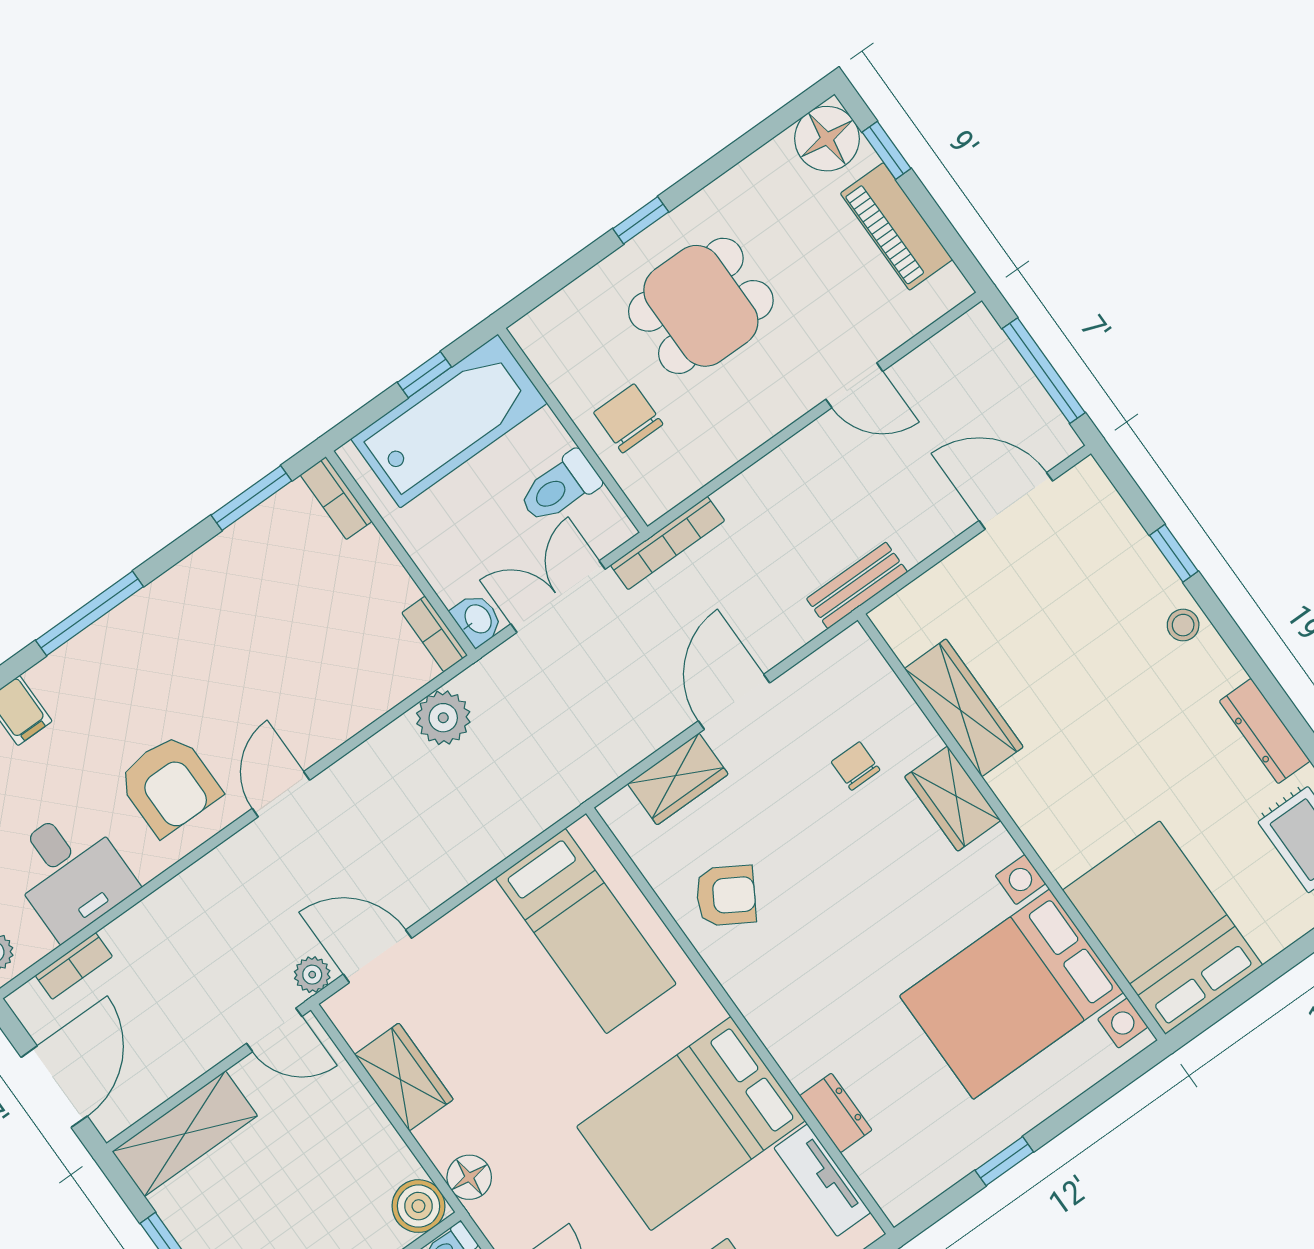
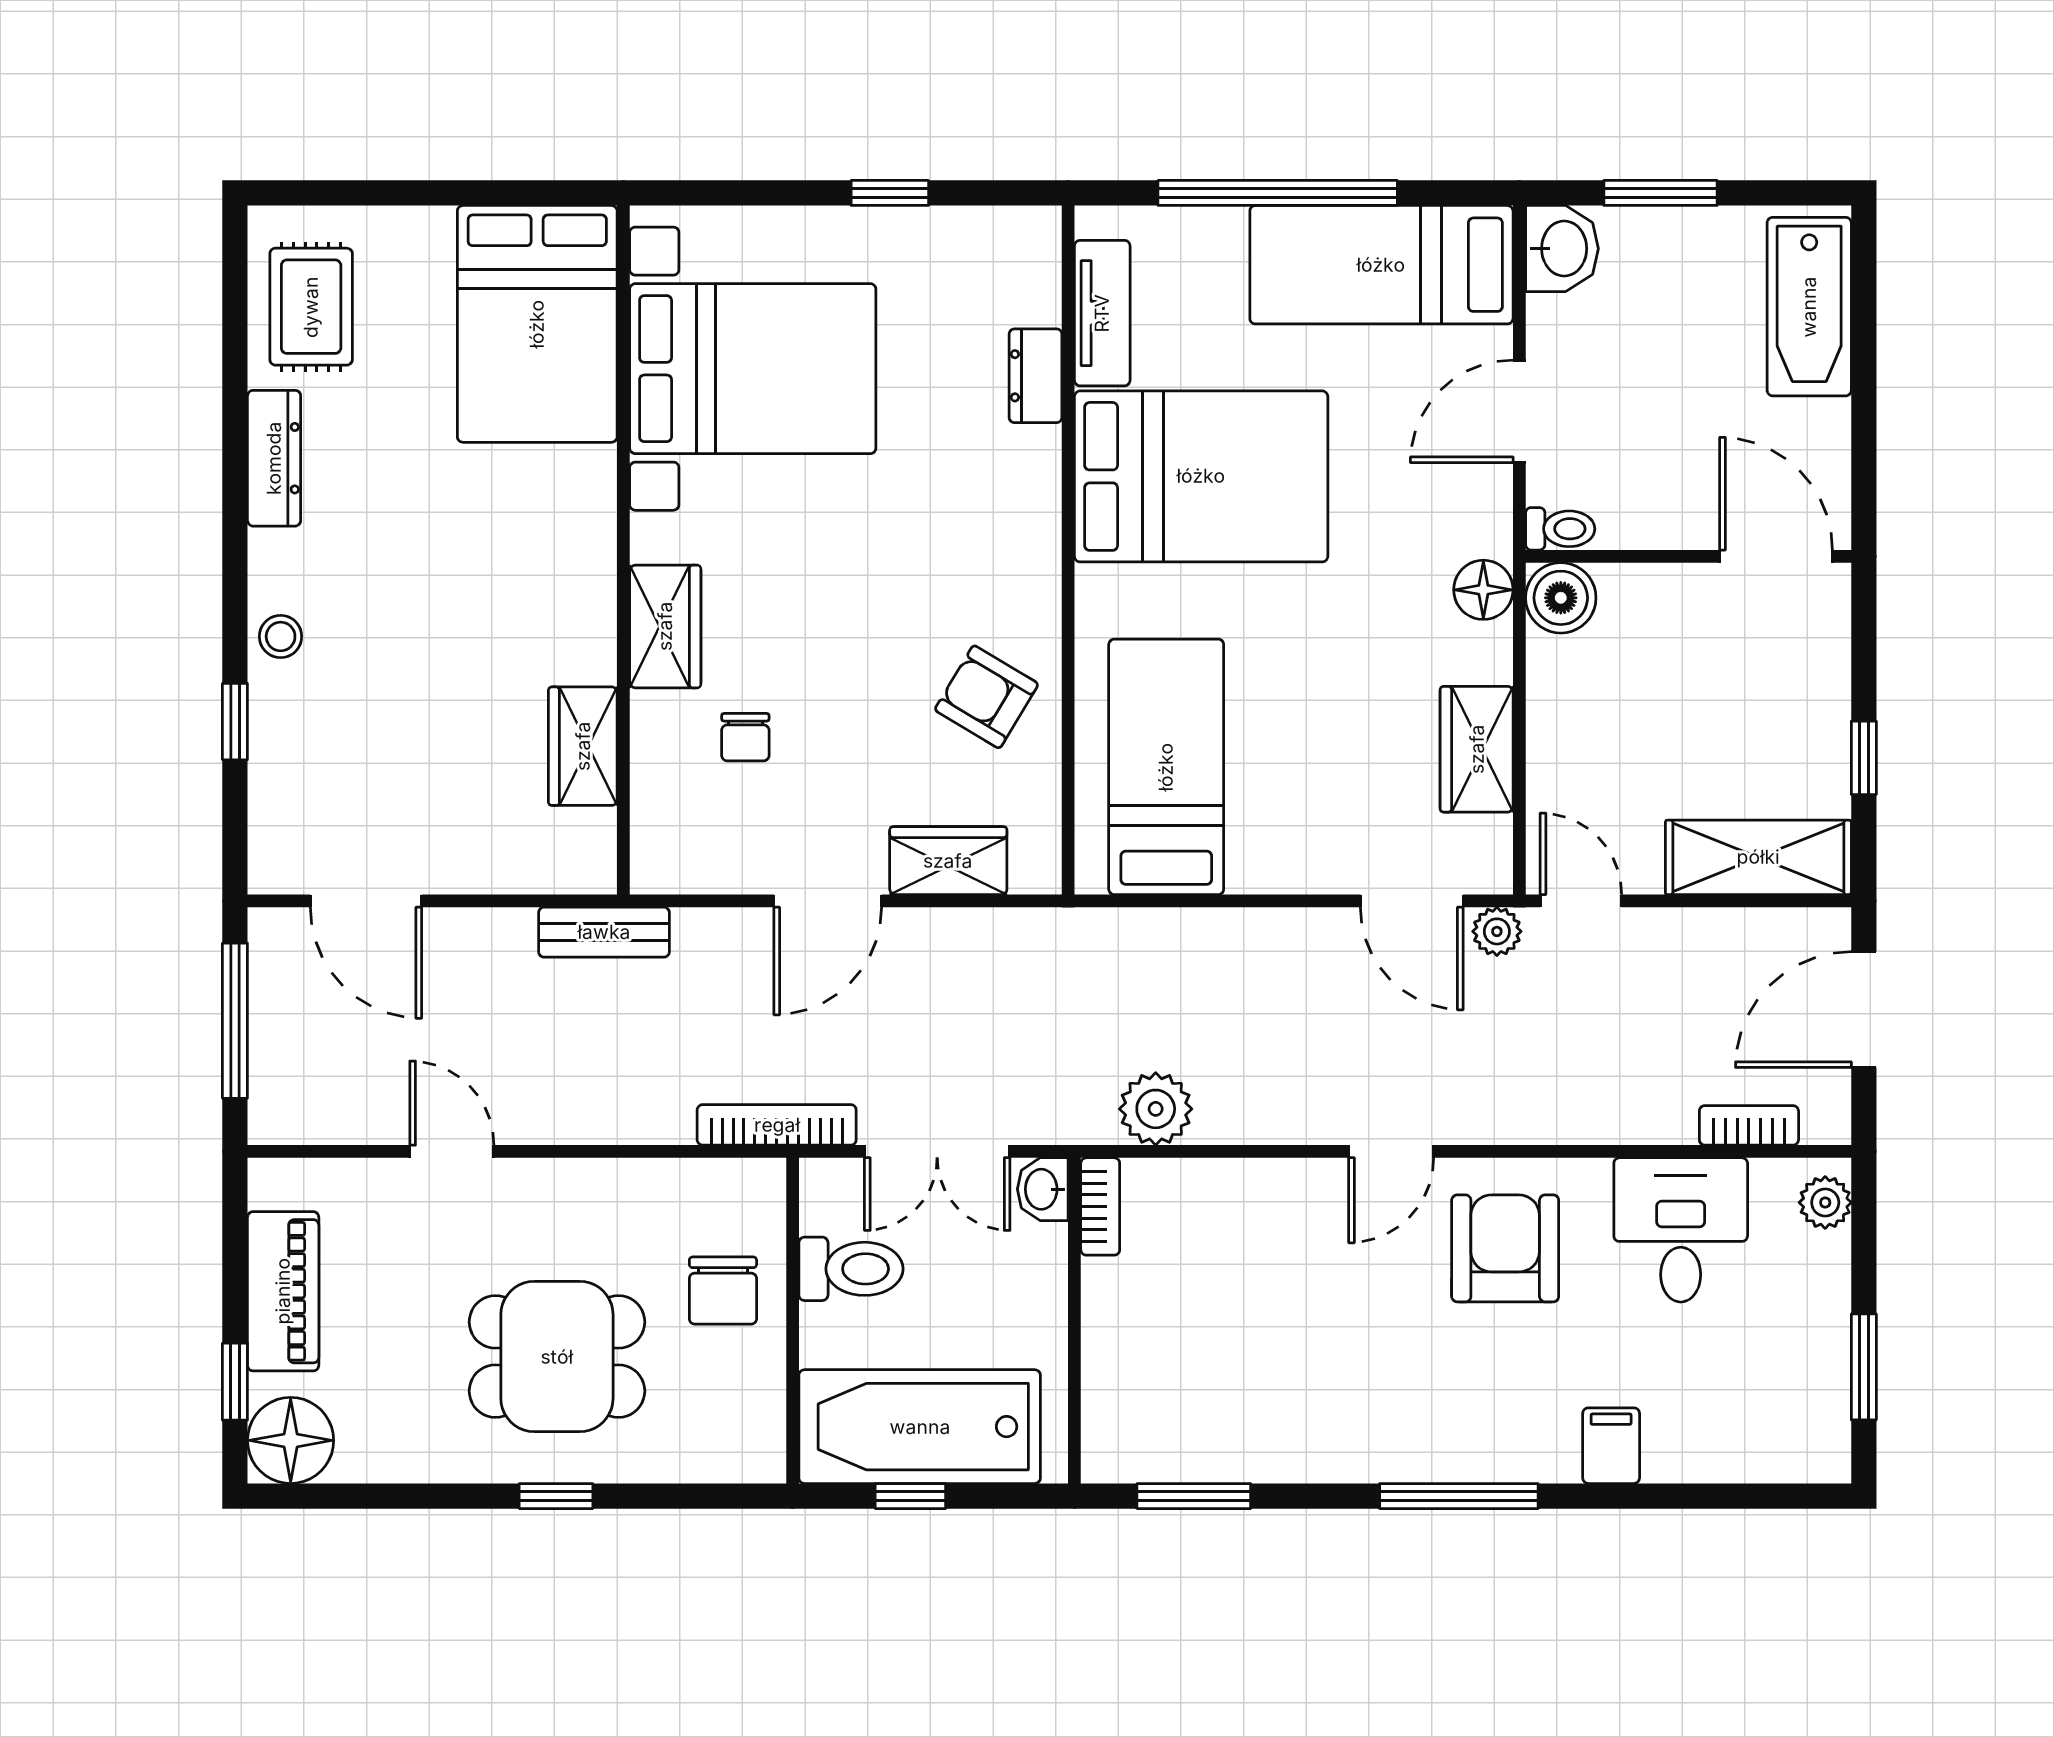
bookcase: (336, 498) -> (1102, 1430), removed
wardrobe: (964, 708) -> (583, 746), width x0.67

